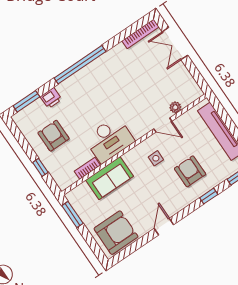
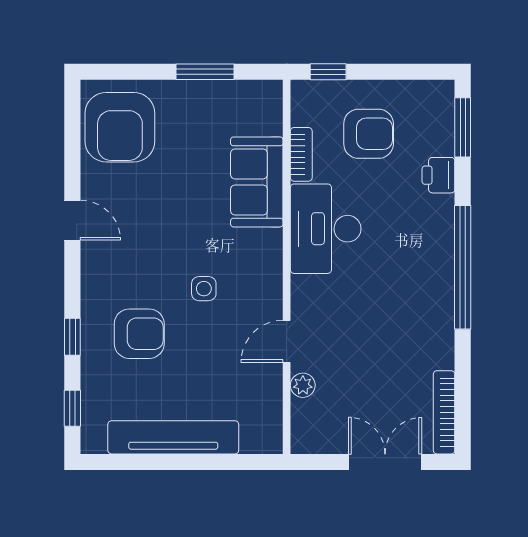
plant: (175, 107) -> (303, 385), moved
door: (163, 125) -> (287, 341), moved
desk: (109, 139) -> (326, 229), moved
wall: (134, 144) -> (287, 267), moved
bookcase: (87, 168) -> (301, 154), moved
sofa: (109, 178) -> (257, 182), moved

